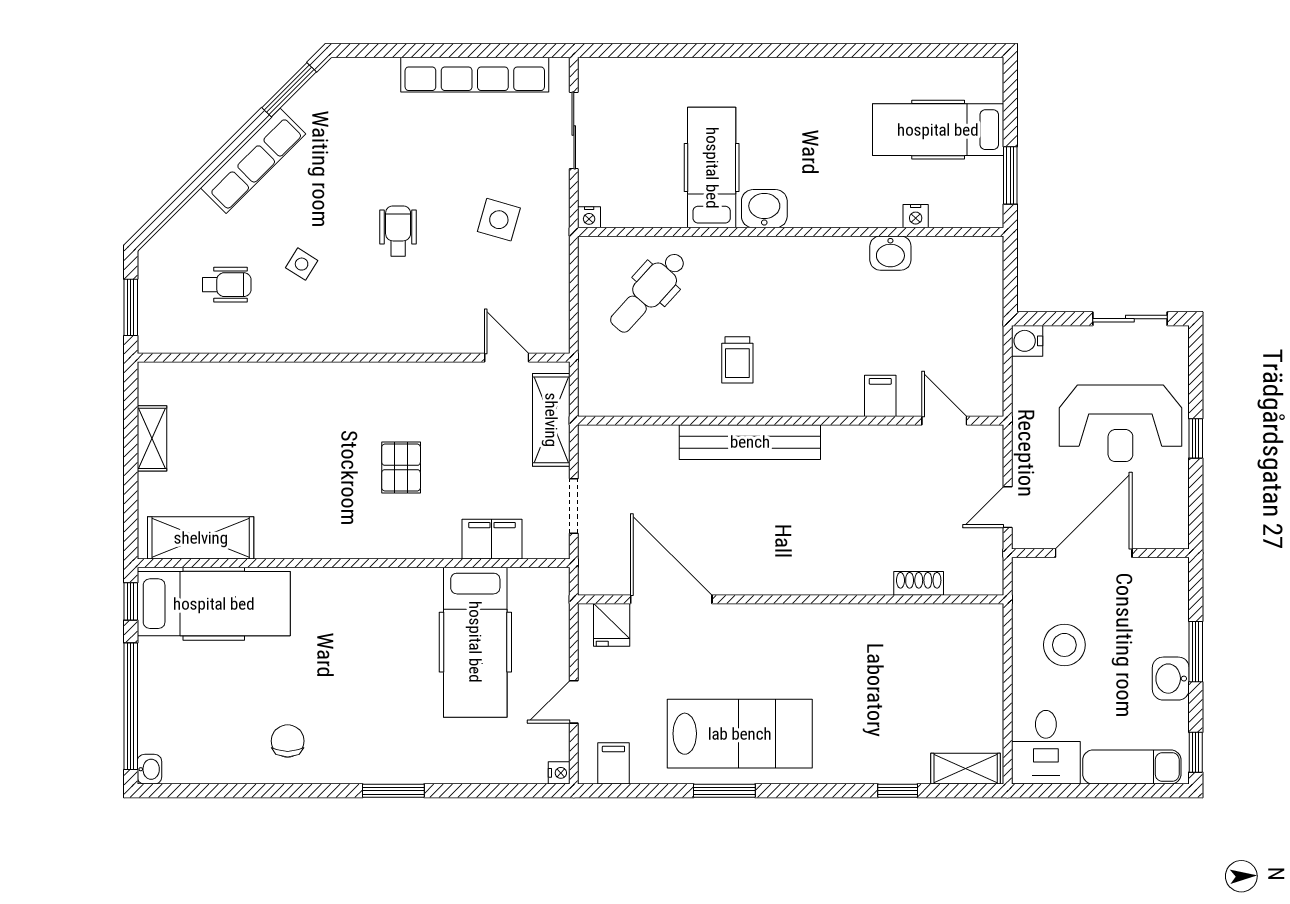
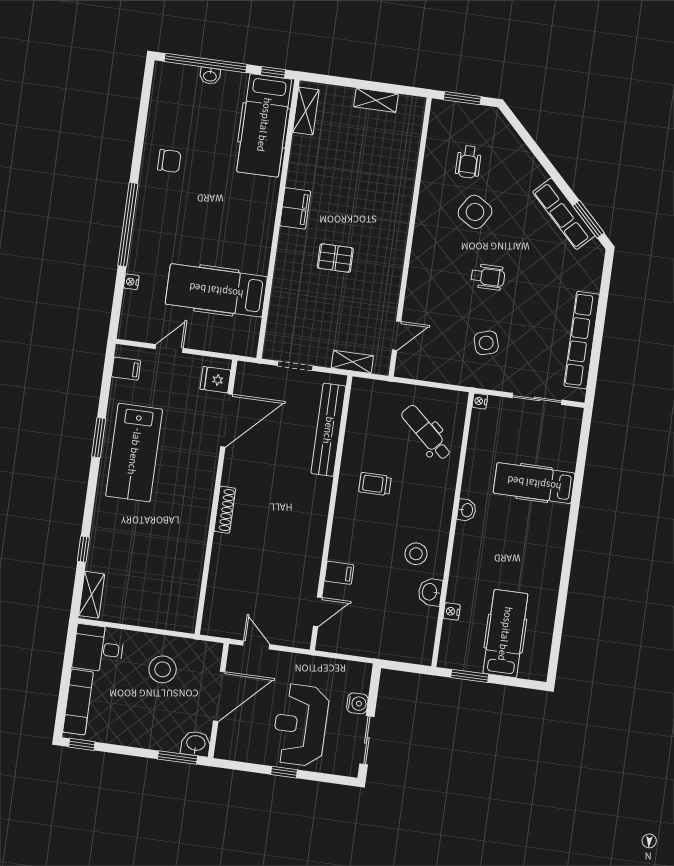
row of seats: (253, 161) -> (564, 214), moved
hospital bed: (712, 168) -> (534, 483), moved, turned 180
washbasin: (764, 209) -> (467, 510), width x0.72, depth x0.69
side table: (499, 220) -> (486, 343), turned -32
side table: (302, 264) -> (475, 212), width x1.87, depth x1.87
stool: (835, 283) -> (416, 554), added
water cooler: (1027, 341) -> (357, 703), moved, turned 90
shelving: (551, 420) -> (352, 362), width x0.67, depth x0.75
bench: (750, 442) -> (328, 430), moved
shelving: (201, 538) -> (306, 111), width x0.67, depth x0.75
filing cabinet: (492, 539) -> (295, 208), moved
door: (1094, 553) -> (219, 696), hinge flipped
shoe rack: (919, 583) -> (225, 510), moved, width x1.43
window: (1196, 652) -> (178, 758), moved
washbasin: (1171, 679) -> (196, 744), moved
door: (574, 702) -> (169, 349), hinge flipped
washbasin: (149, 769) -> (210, 76), moved
nightstand: (559, 773) -> (131, 282), moved, turned 90
window: (393, 791) -> (128, 225), width x2.11

